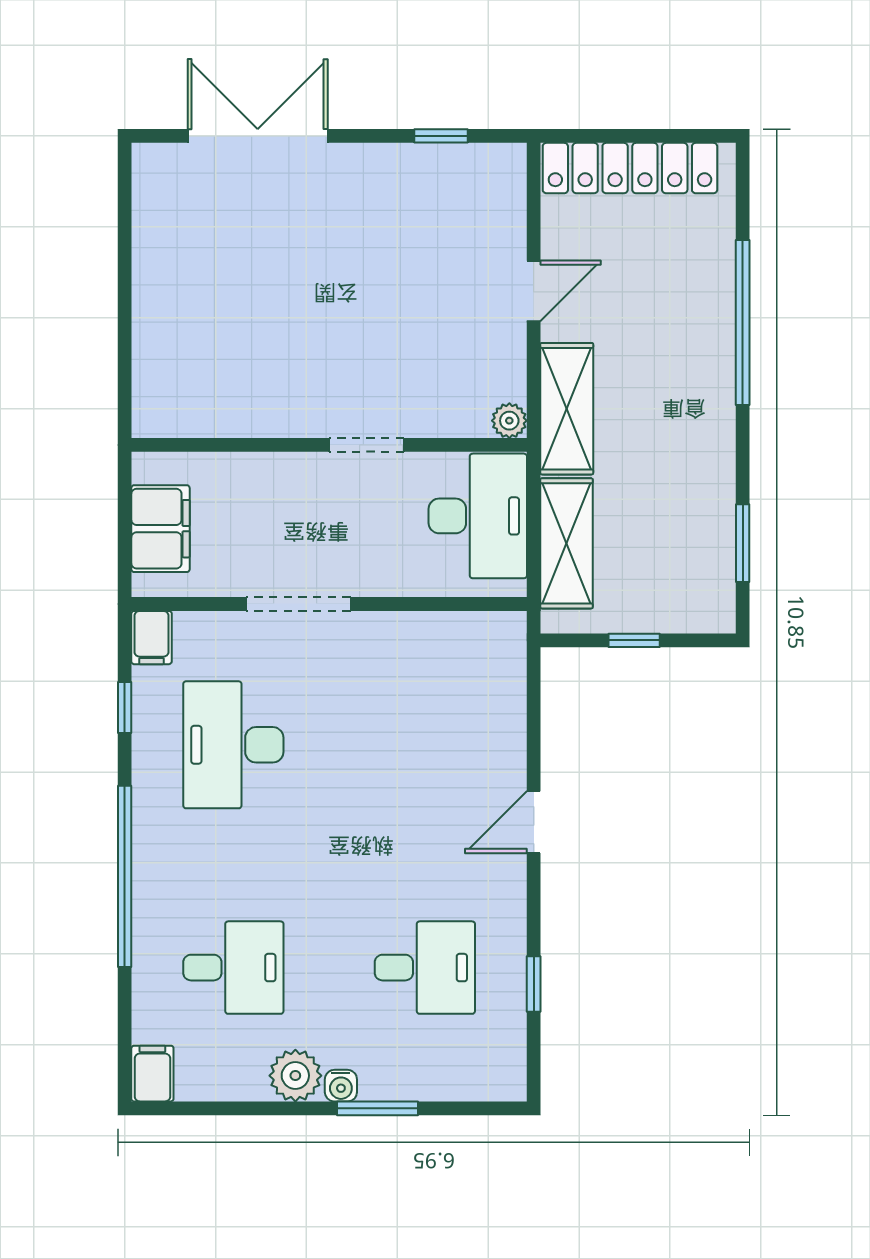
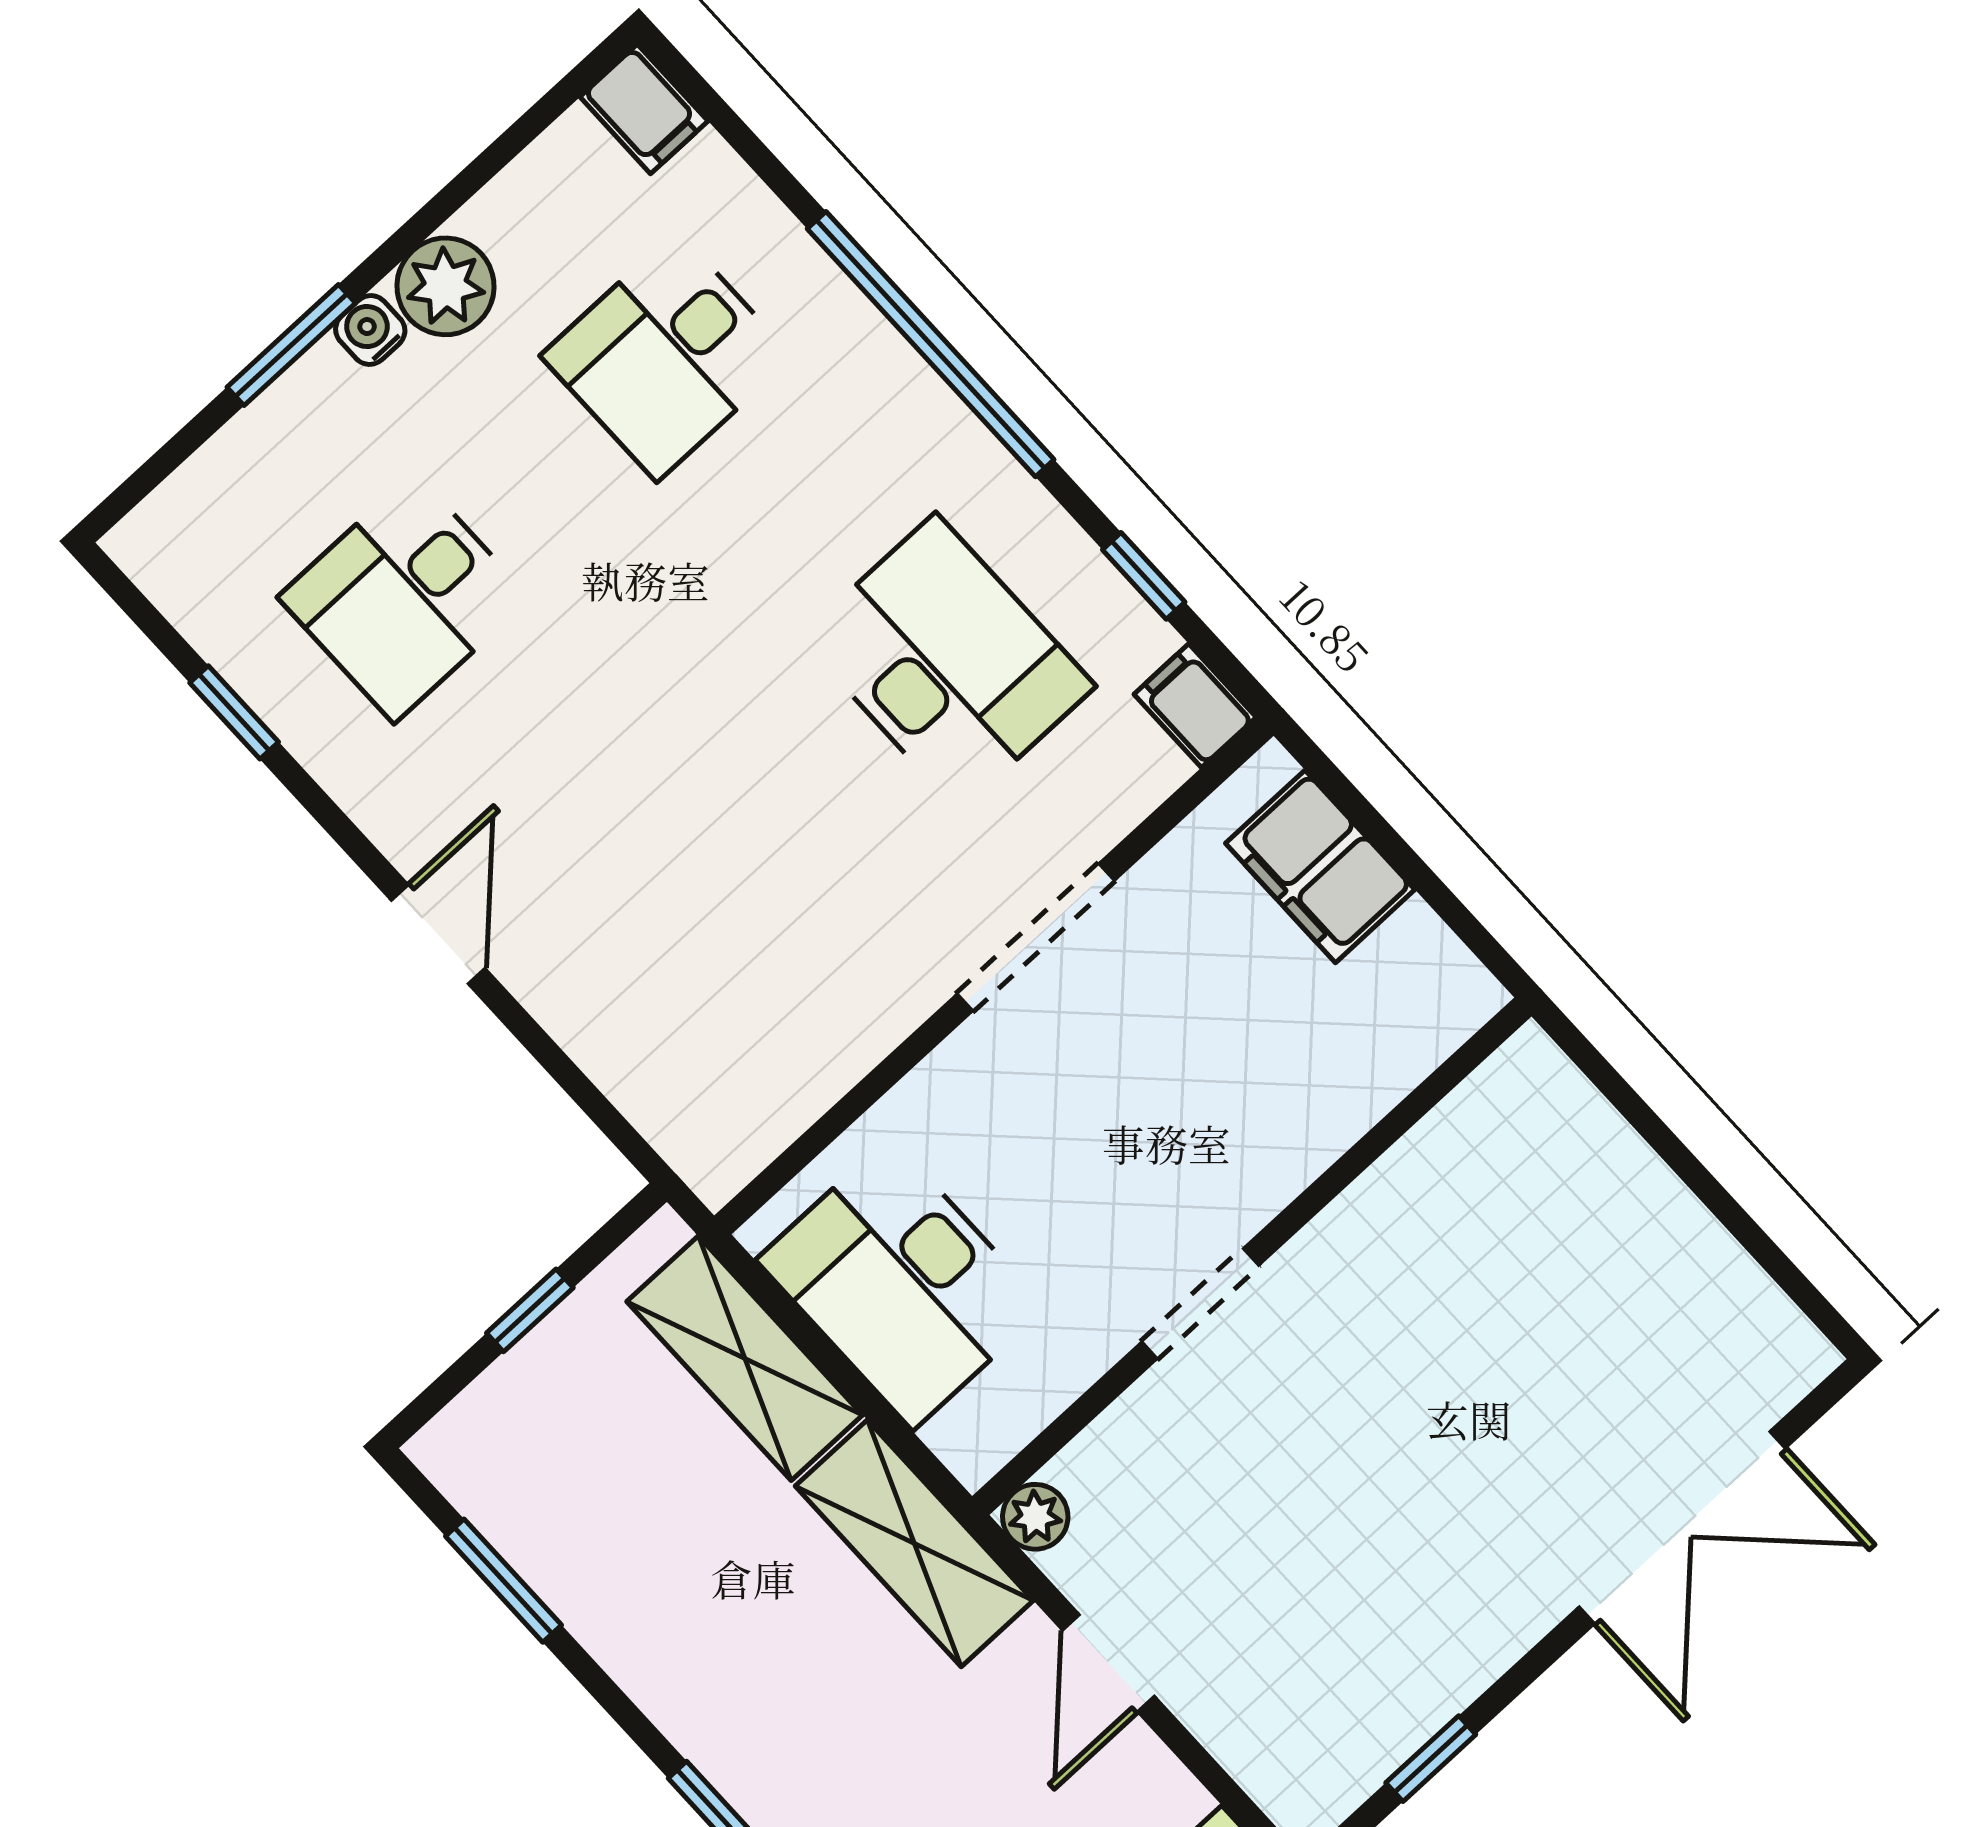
plant: (509, 421) -> (1035, 1517), moved
wall: (329, 445) -> (1252, 1256), moved
doorway: (367, 445) -> (1200, 1304), moved

